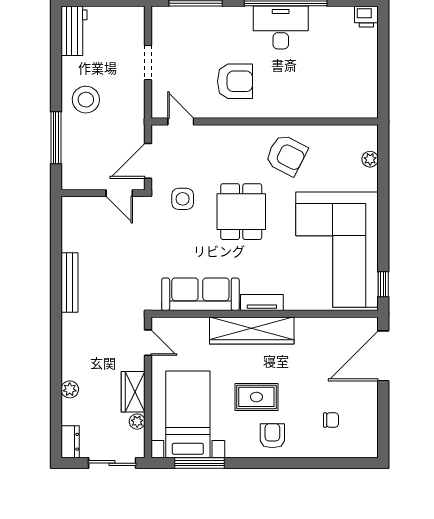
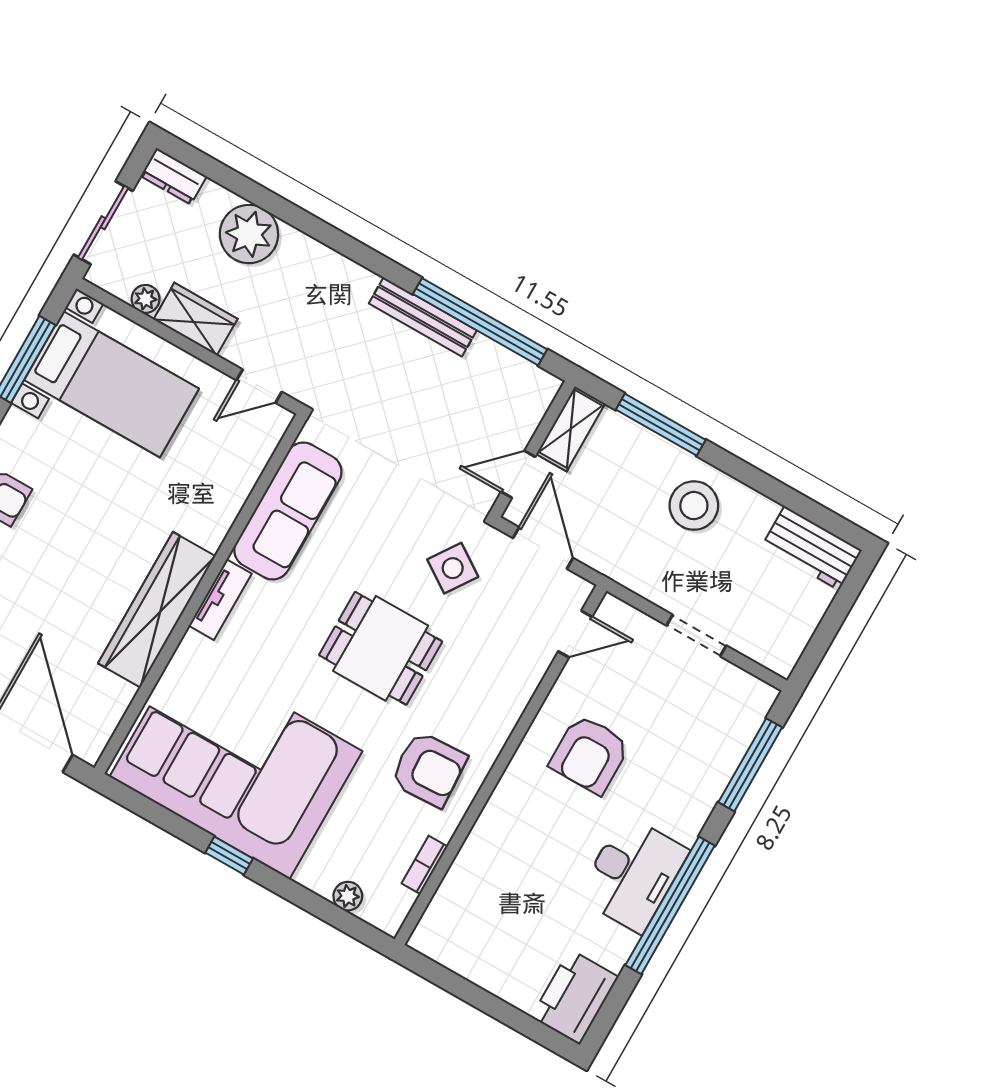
printer: (366, 17) -> (575, 997), width x1.87, depth x1.48
bookcase: (334, 131) -> (425, 865), added
armchair: (286, 155) -> (429, 769), turned -120
shelving: (83, 180) -> (571, 429), added
side table: (183, 199) -> (453, 568), turned 34
window: (56, 254) -> (480, 322), added
window: (383, 284) -> (229, 856), moved
wardrobe: (252, 330) -> (157, 610), moved
plant: (70, 389) -> (249, 234), width x1.87, depth x1.87
rug: (256, 397) -> (78, 507), removed

